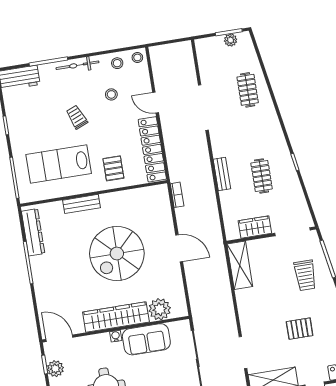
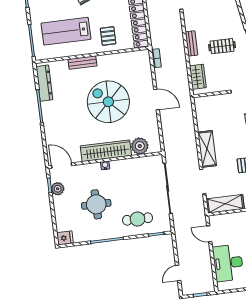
clothes rail: (262, 176) -> (222, 46), turned 90
wardrobe: (255, 227) -> (198, 77), moved, turned 90
spiral stairs: (117, 253) -> (108, 102), turned 90
shelving: (240, 265) -> (207, 149), moved
sofa: (146, 339) -> (129, 169), removed

